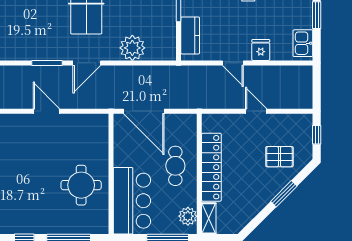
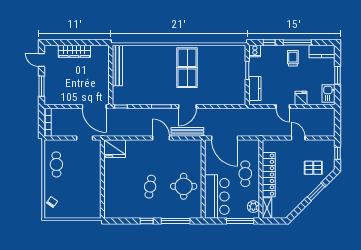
plant: (132, 48) -> (217, 97), removed
bench: (87, 102) -> (187, 132), added
cafe table: (30, 186) -> (150, 187), added

